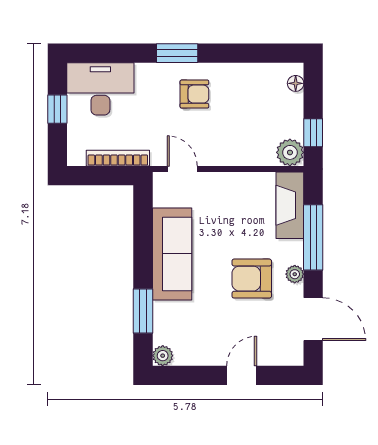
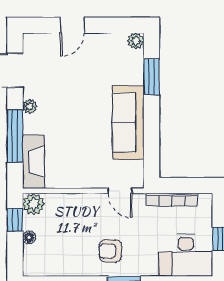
floor lamp: (296, 83) -> (29, 237), moved
armchair: (252, 279) -> (64, 103), removed

